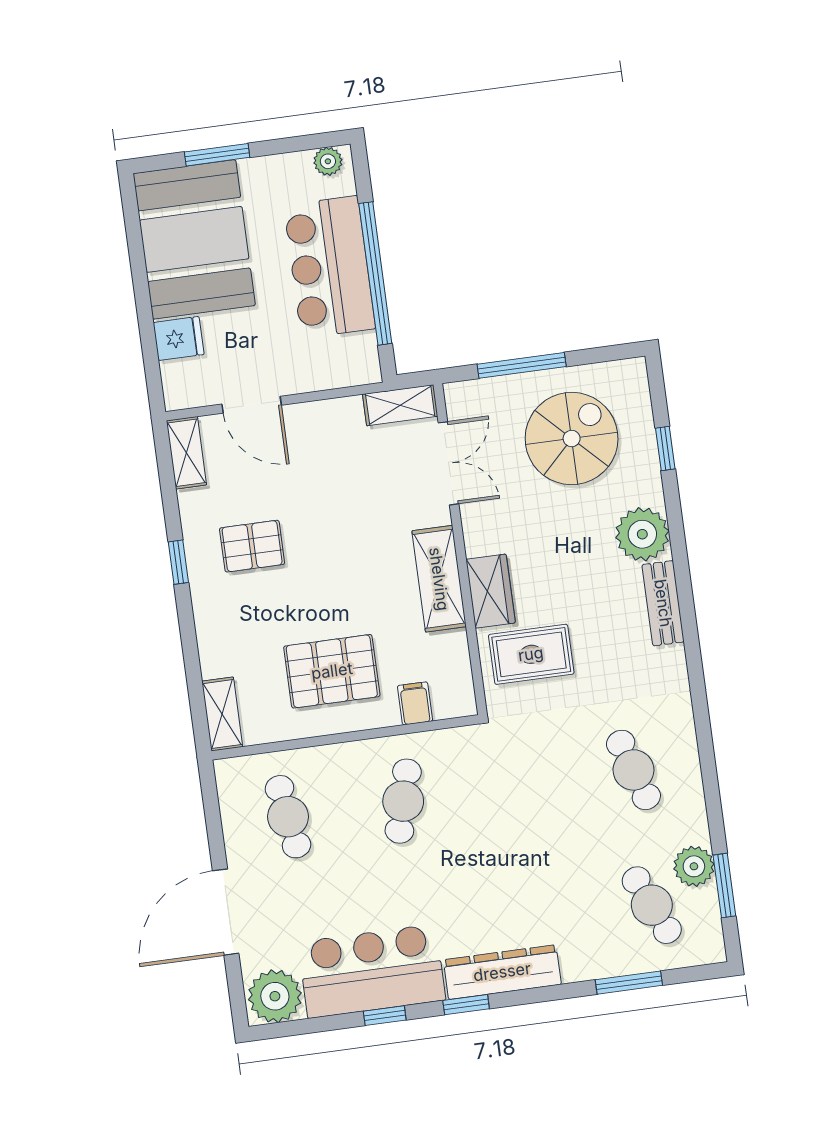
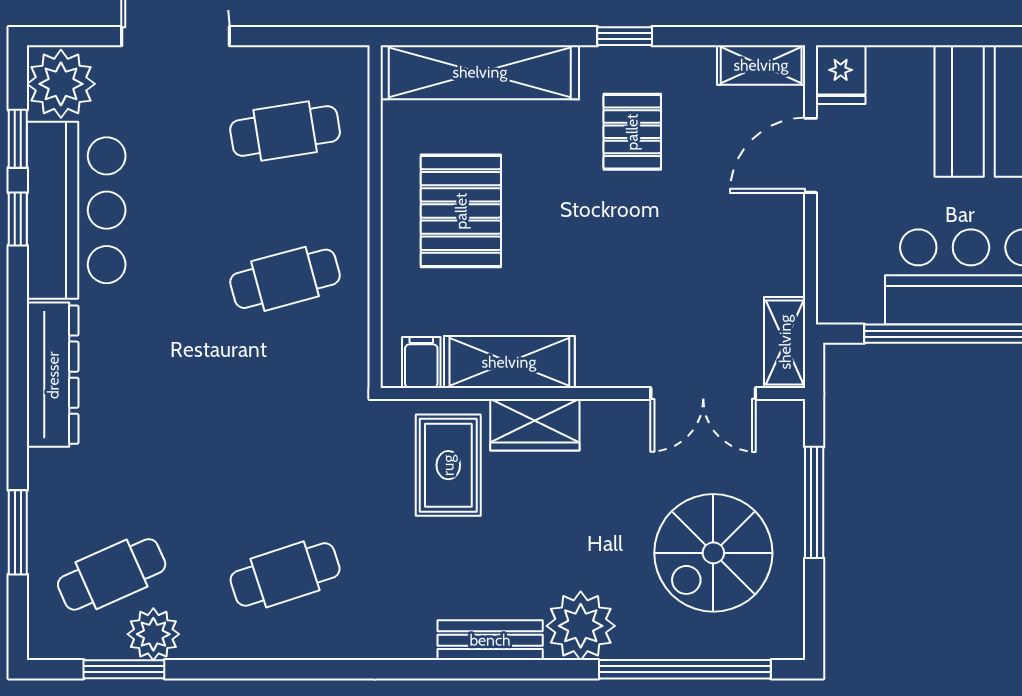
fridge: (179, 338) -> (841, 75), moved
spiral stairs: (572, 439) -> (713, 553), turned 90
window: (665, 448) -> (685, 669), width x3.17
shelving: (439, 579) -> (509, 362), moved
filing cabinet: (415, 703) -> (421, 362), moved, turned -90
shelving: (222, 714) -> (480, 72), width x2.20, depth x1.33
cafe table: (403, 801) -> (285, 279), turned -30
window: (466, 1005) -> (18, 139), moved

